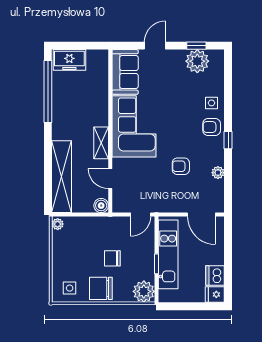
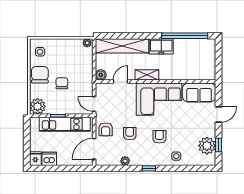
door: (155, 46) -> (218, 115), hinge flipped
freezer: (69, 60) -> (161, 46), moved, turned -90
armchair: (212, 127) -> (159, 137), moved
armchair: (175, 199) -> (106, 129), added

